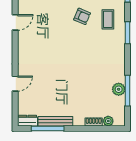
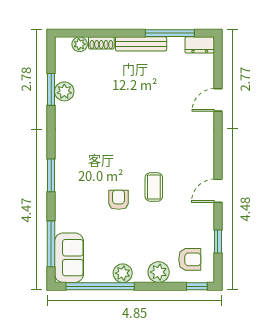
armchair: (82, 16) -> (119, 200), turned 67
coffee table: (108, 19) -> (154, 187), moved
window: (127, 91) -> (51, 89), width x0.69
bench: (55, 121) -> (141, 44), moved

